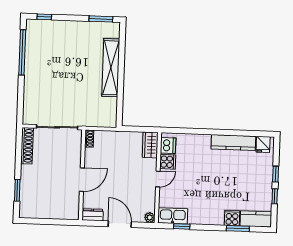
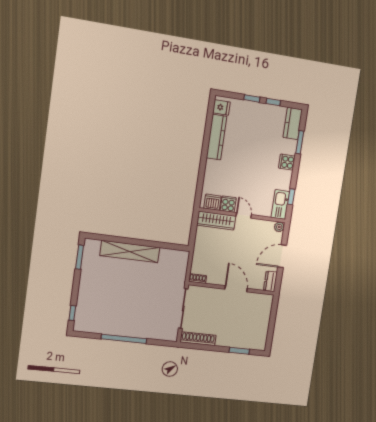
window: (22, 52) -> (124, 339), moved
wardrobe: (150, 145) -> (216, 221), width x1.50
cooker: (232, 218) -> (287, 162), moved

